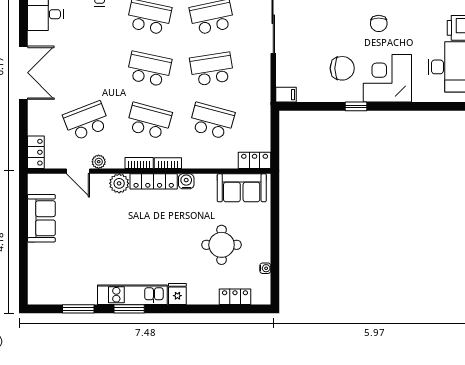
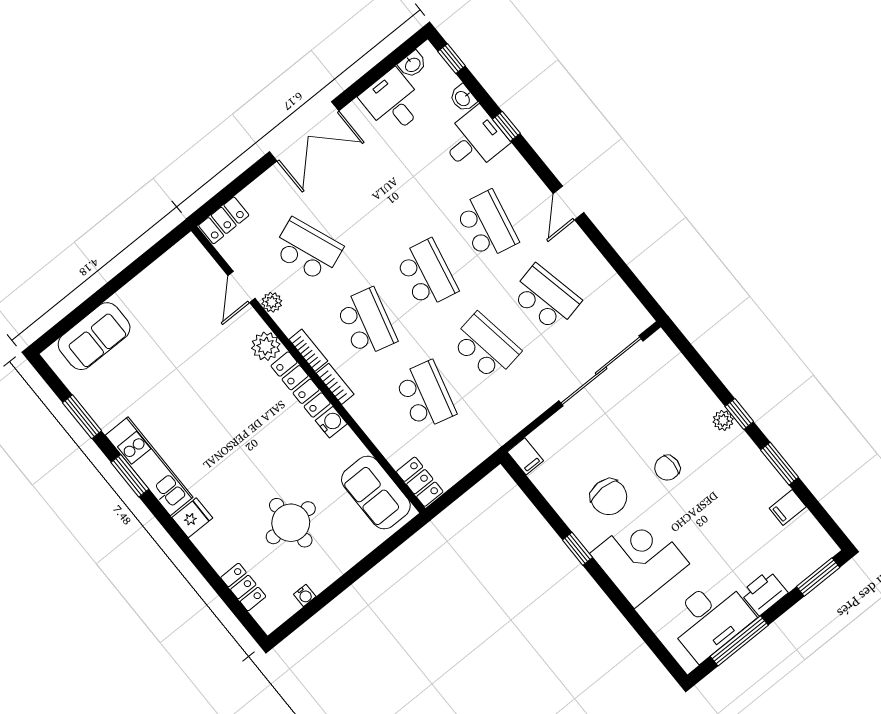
chair: (379, 23) -> (667, 468), moved
sofa: (41, 218) -> (94, 336), moved

